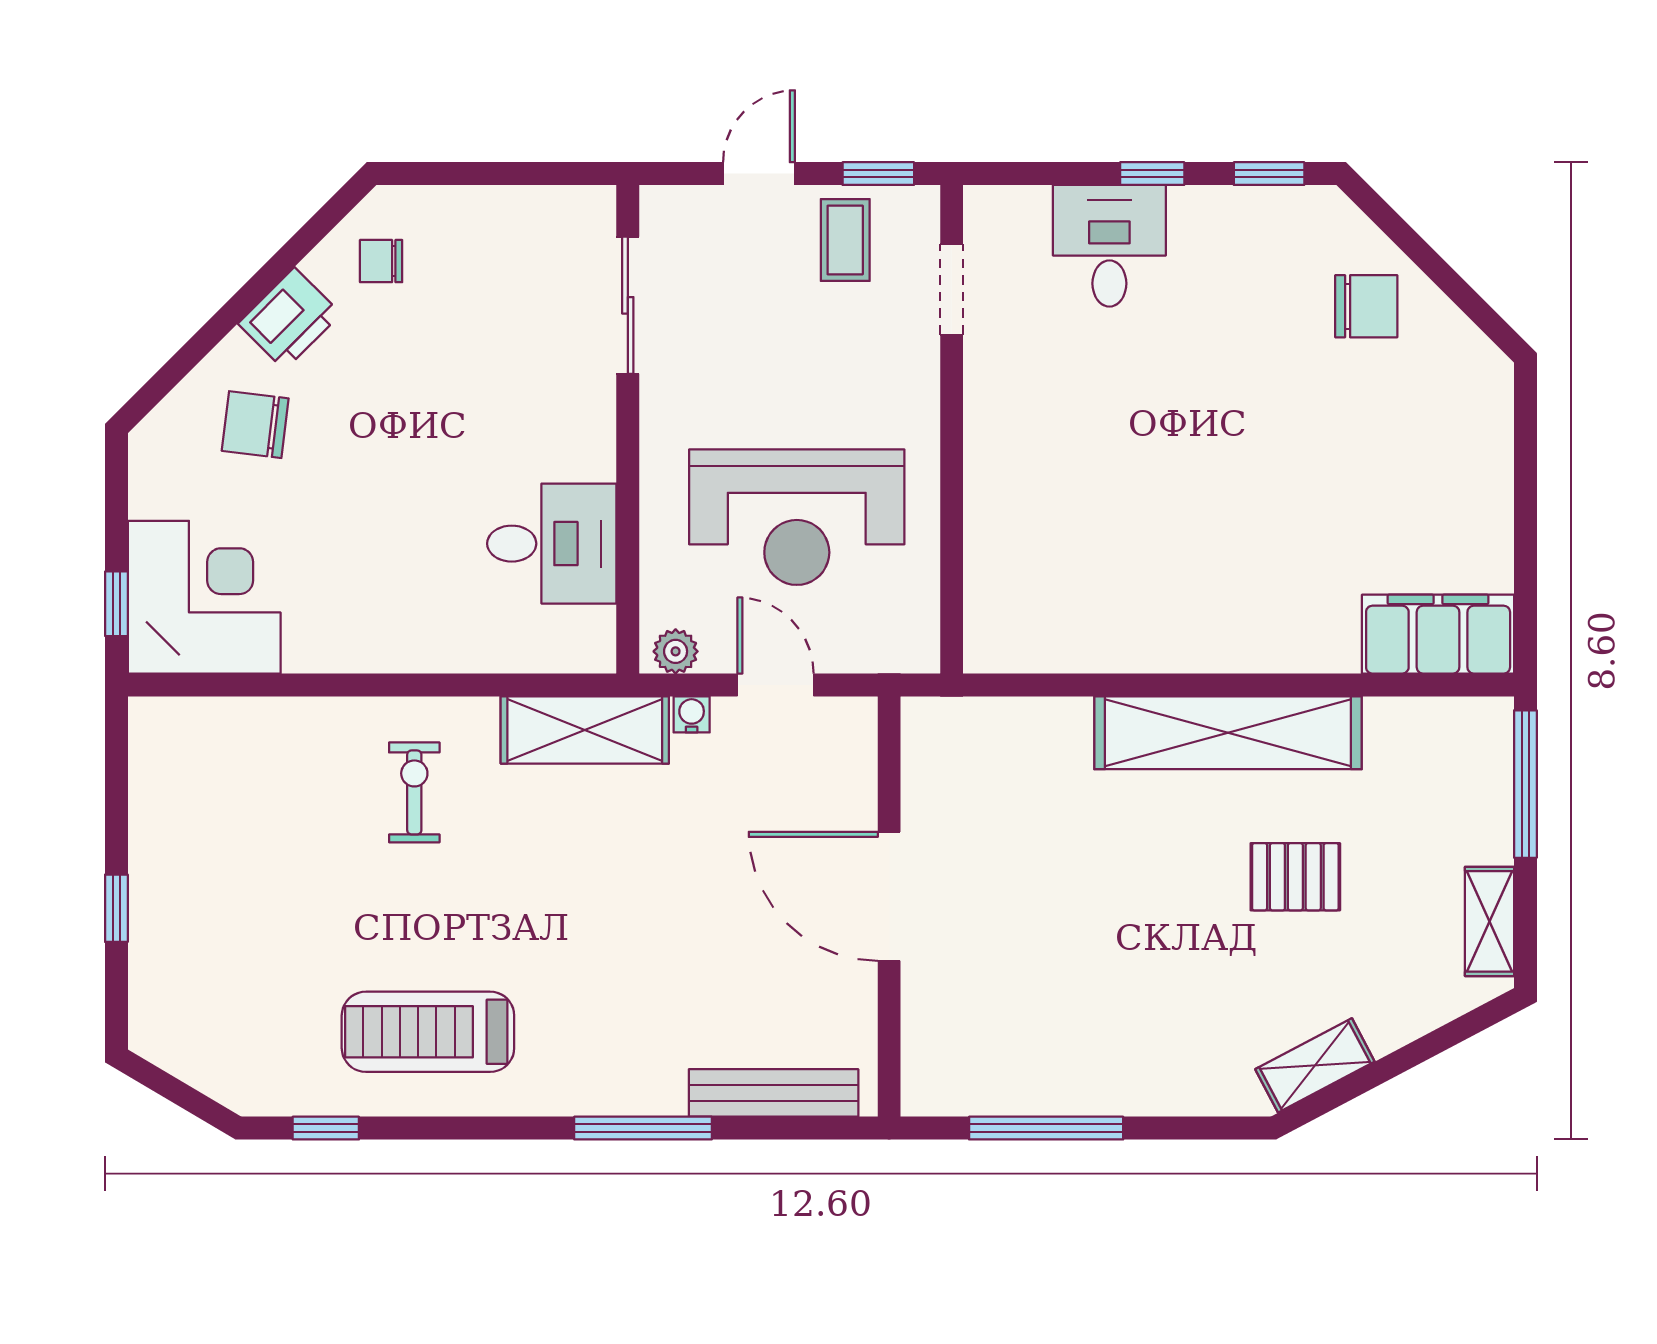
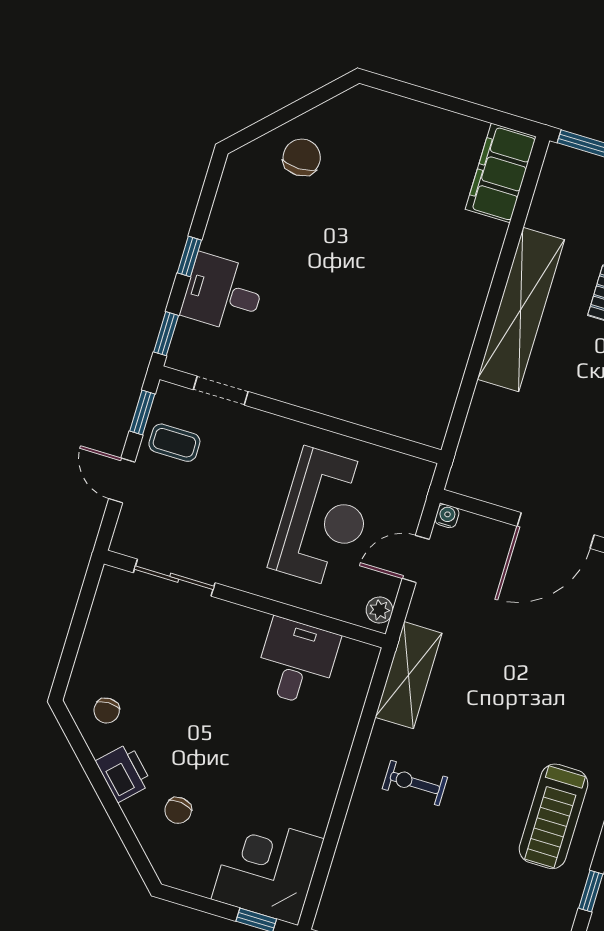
window: (1269, 174) -> (166, 334), moved
chair: (255, 425) -> (178, 810), width x0.73, depth x0.73
water cooler: (692, 714) -> (447, 516), moved, turned 90

